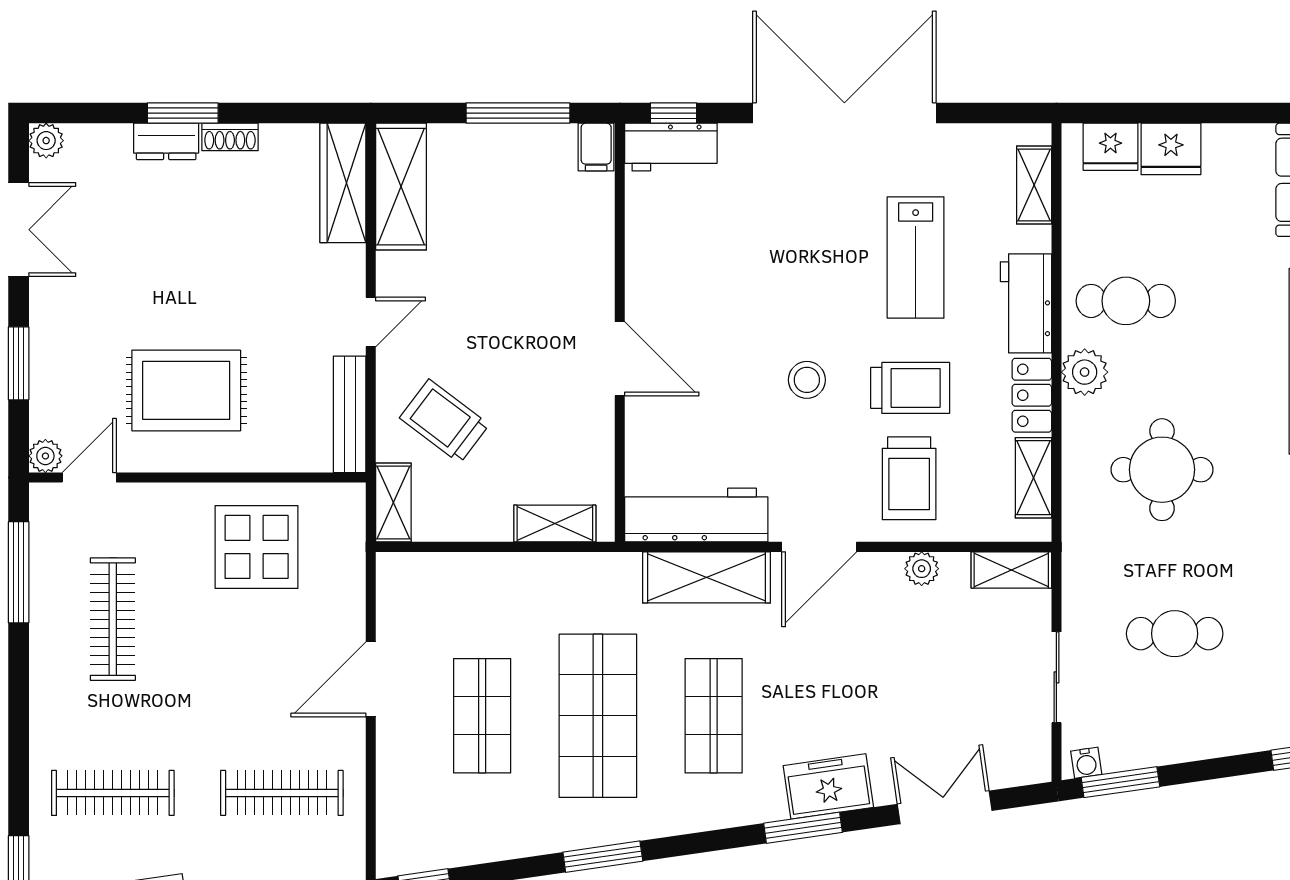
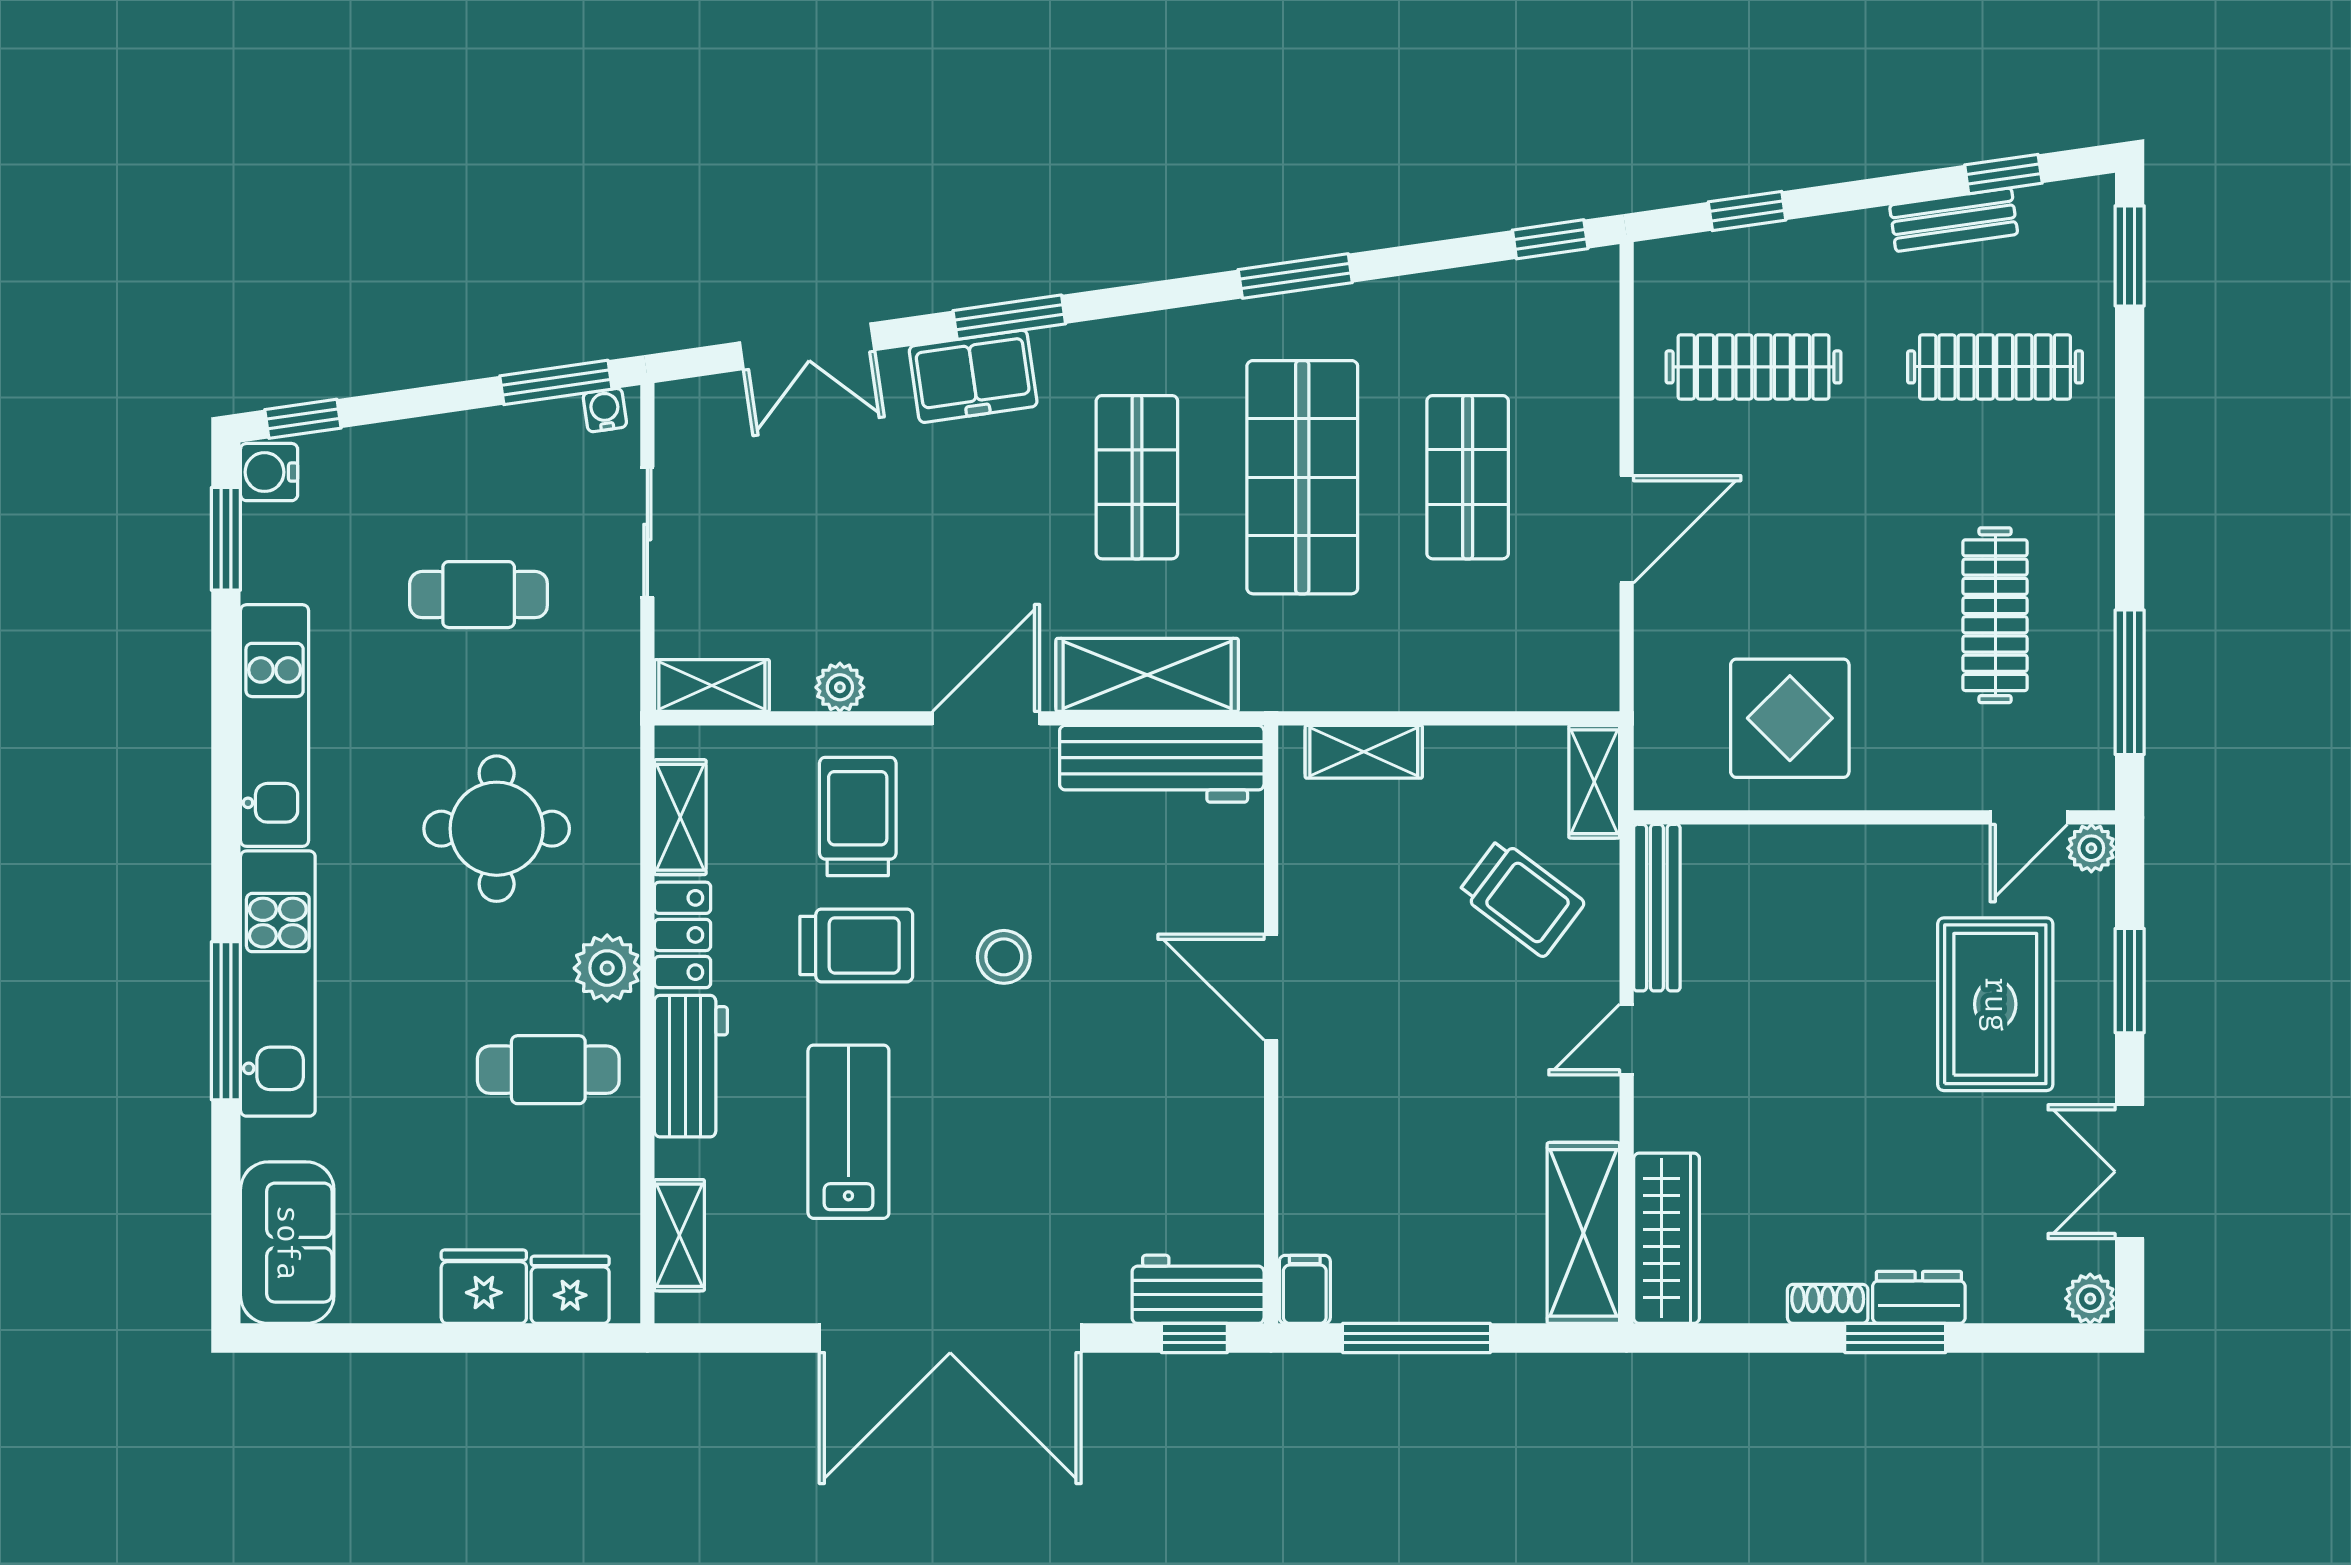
trolley: (910, 388) -> (856, 945), turned 180
rug: (186, 390) -> (1995, 1004), moved, turned 90

